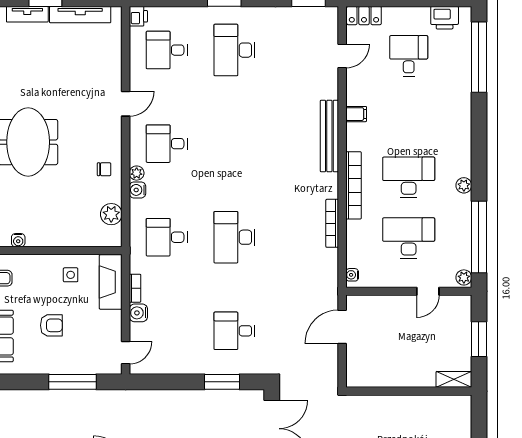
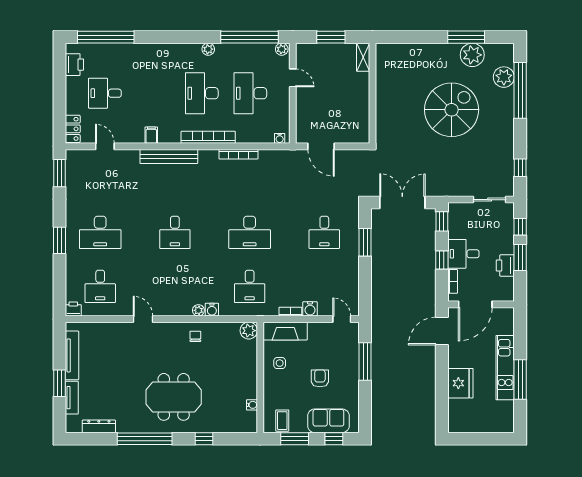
desk: (167, 144) -> (175, 232), moved
plant: (111, 214) -> (249, 331), moved

